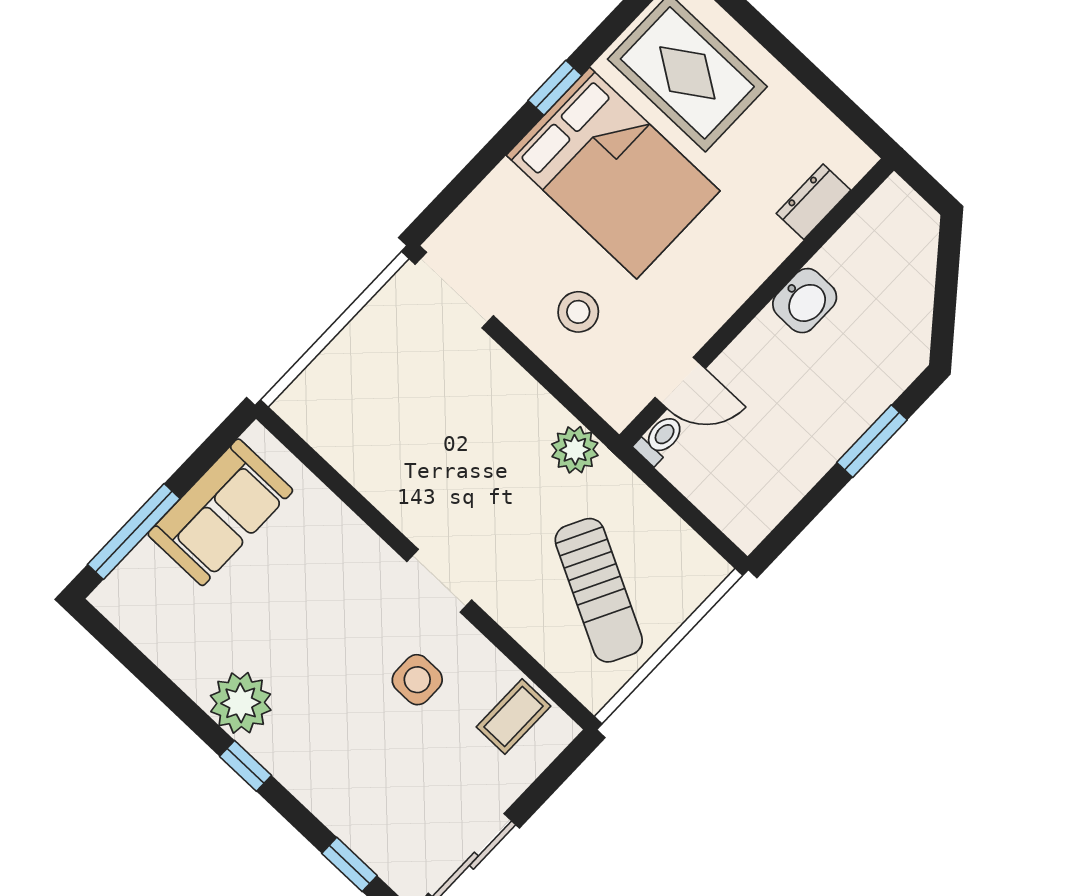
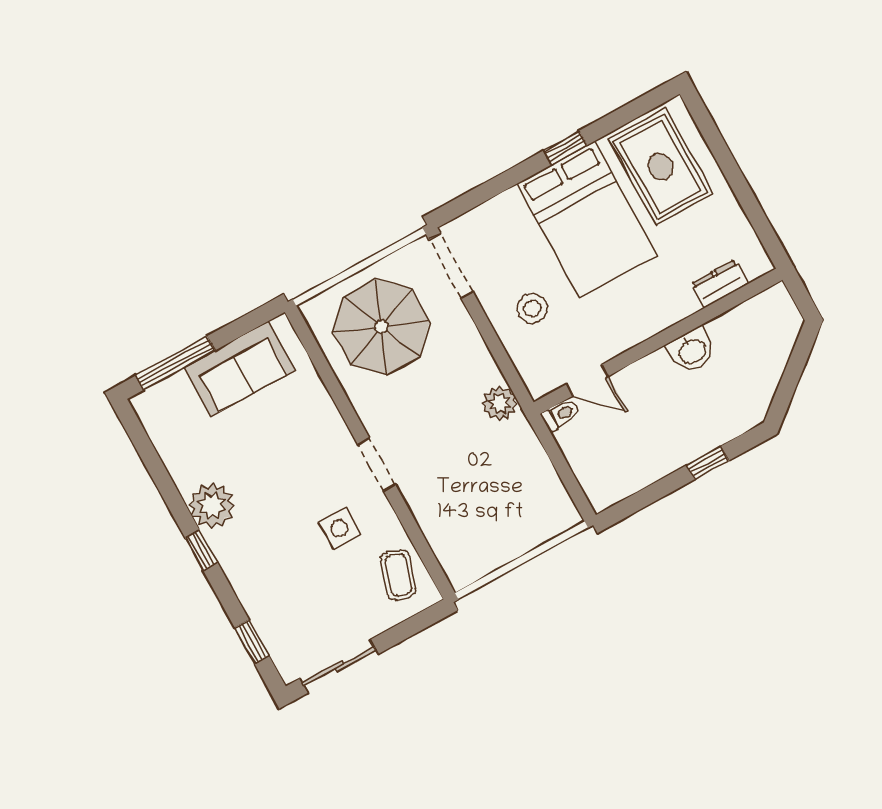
parasol: (388, 399) -> (381, 327), added
window: (872, 441) -> (708, 463), width x0.67
sun lounger: (599, 590) -> (485, 506), removed
coffee table: (514, 716) -> (398, 575), turned -72

